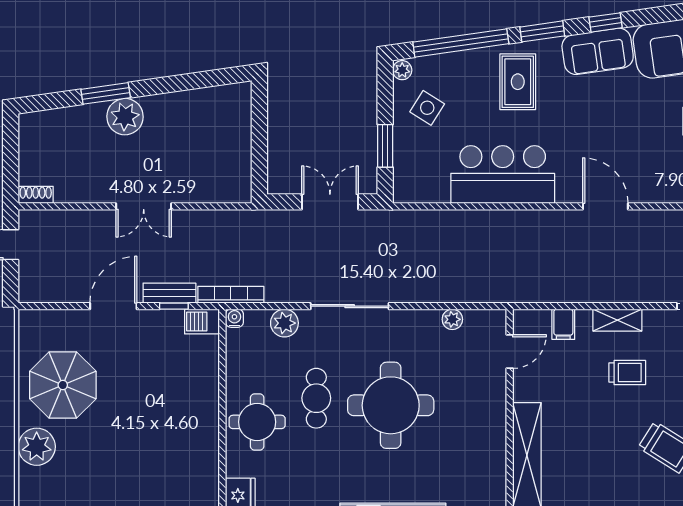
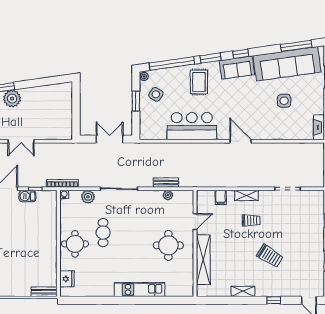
window: (385, 146) -> (136, 101), moved
bench: (169, 293) -> (166, 183), moved
barbecue: (202, 322) -> (27, 196), moved
door: (510, 352) -> (195, 222), moved
round table: (391, 405) -> (168, 245), moved, width x0.73, depth x0.73

